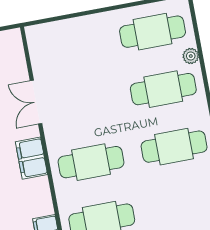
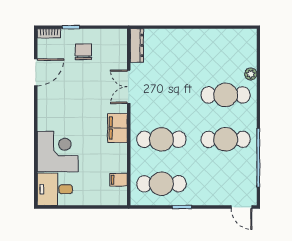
cafe table: (153, 32) -> (226, 50), removed
dresser: (36, 47) -> (137, 45), added

